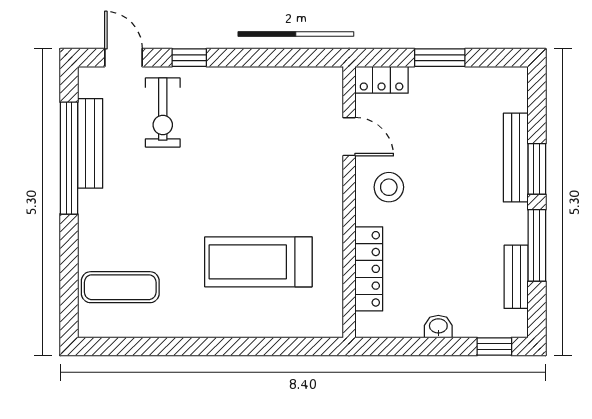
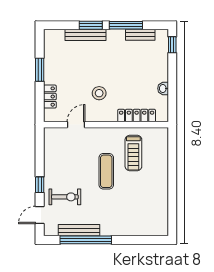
door: (349, 137) -> (76, 125), moved
wall: (349, 202) -> (106, 125), moved
treadmill: (258, 262) -> (133, 153), width x0.73, depth x0.73
locker: (369, 269) -> (137, 116), moved
exercise mat: (120, 287) -> (106, 171), moved
washbasin: (438, 327) -> (163, 88), moved

